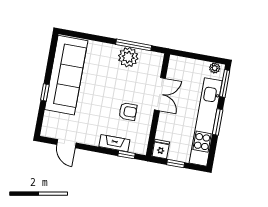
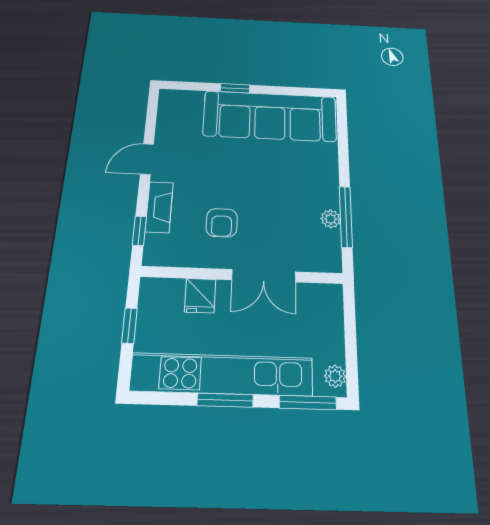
plant: (128, 57) -> (331, 219), width x0.53, depth x0.53
door: (66, 144) -> (147, 159), moved
fridge: (161, 149) -> (200, 296), moved, turned 90

